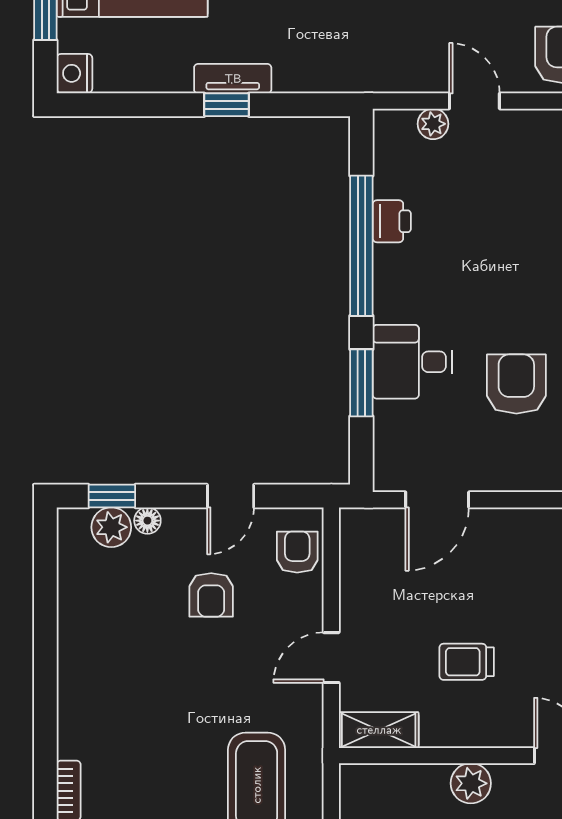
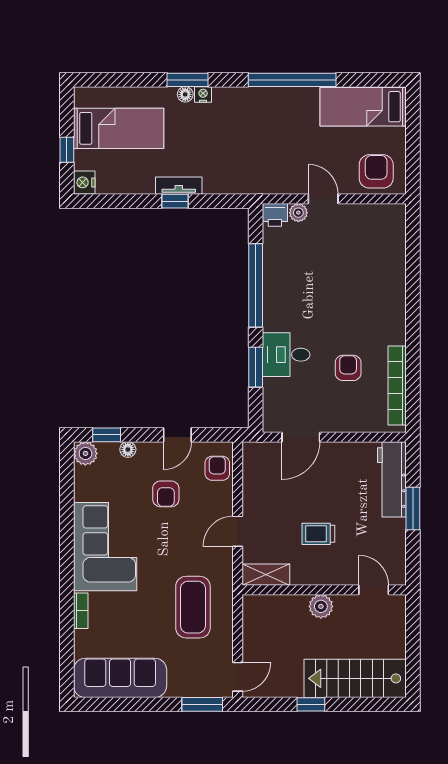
printer: (392, 221) -> (275, 215), moved, turned 90
armchair: (516, 384) -> (348, 368), width x0.72, depth x0.72
plant: (111, 527) -> (85, 453), moved
corner sofa: (110, 683) -> (105, 547), added

